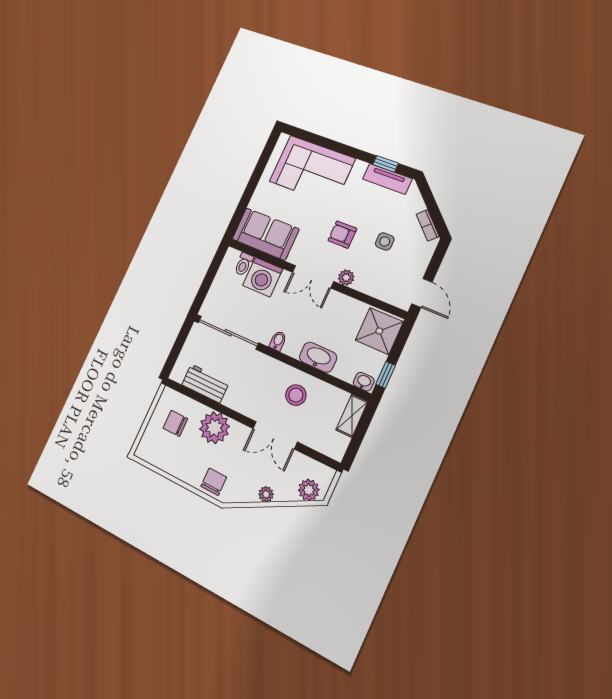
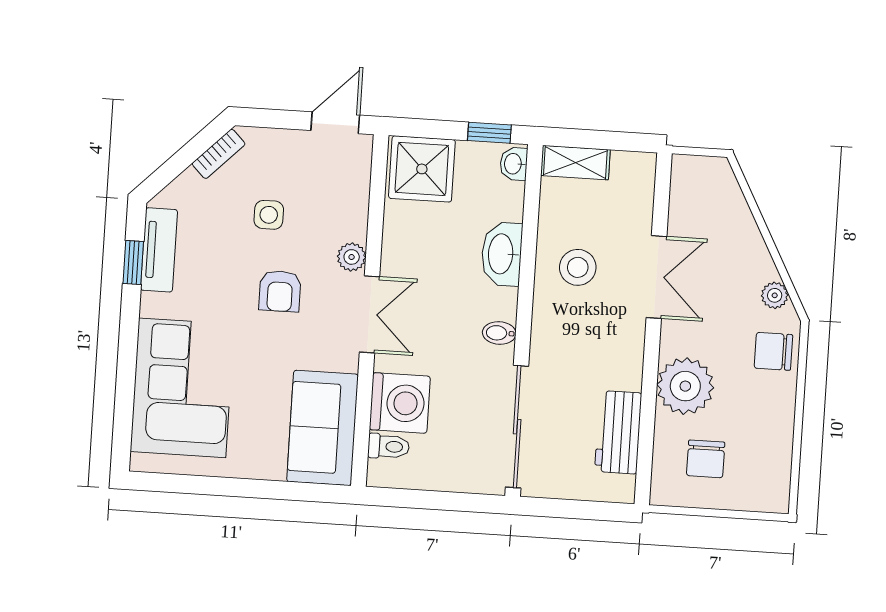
plant: (309, 490) -> (721, 188), removed
plant: (266, 494) -> (775, 295), moved

